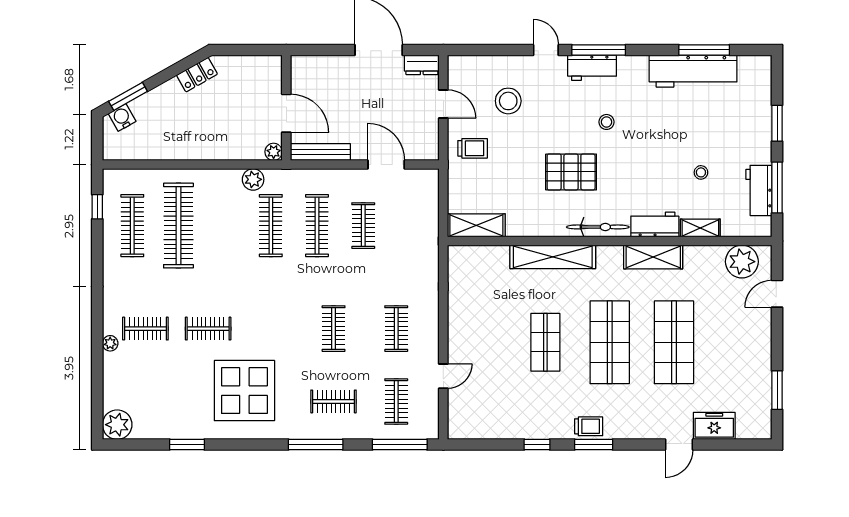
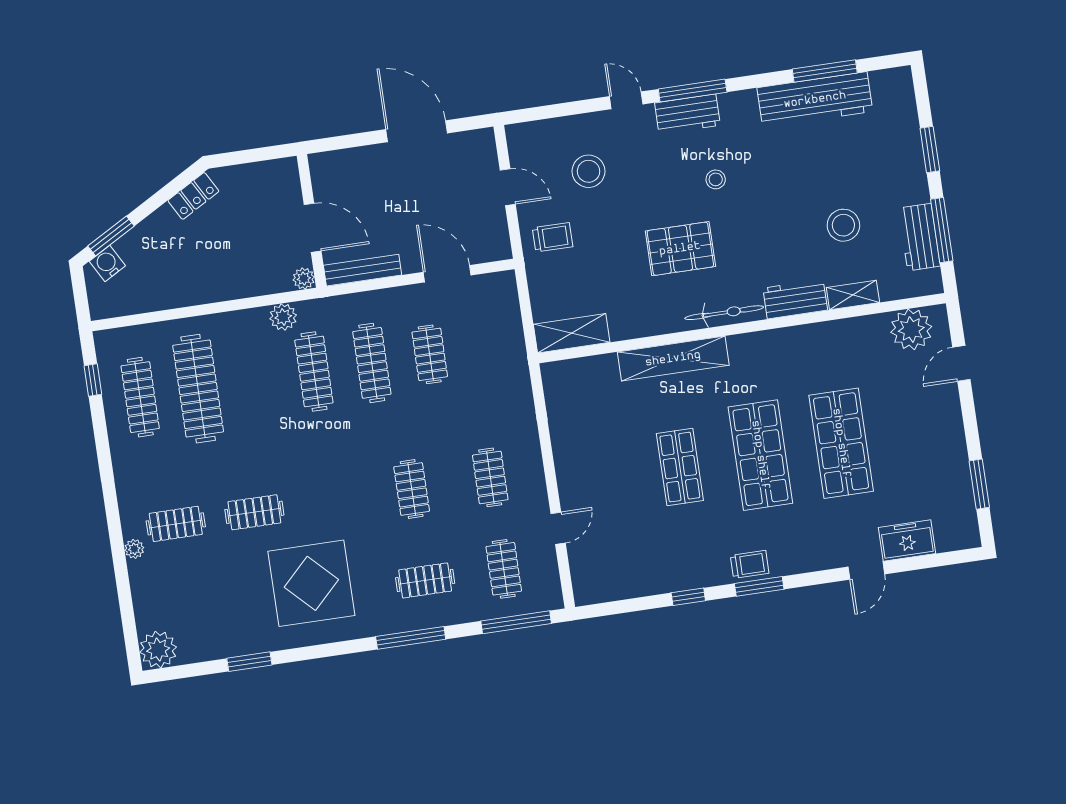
dresser: (422, 65) -> (474, 142), removed
stool: (701, 172) -> (843, 225), width x1.89, depth x1.89
shelving: (653, 257) -> (799, 340), removed

